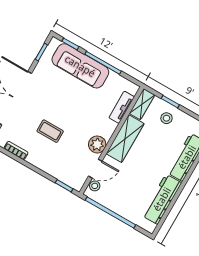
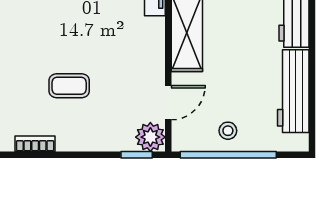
plant: (97, 144) -> (150, 137), moved
stool: (95, 186) -> (228, 131), moved

